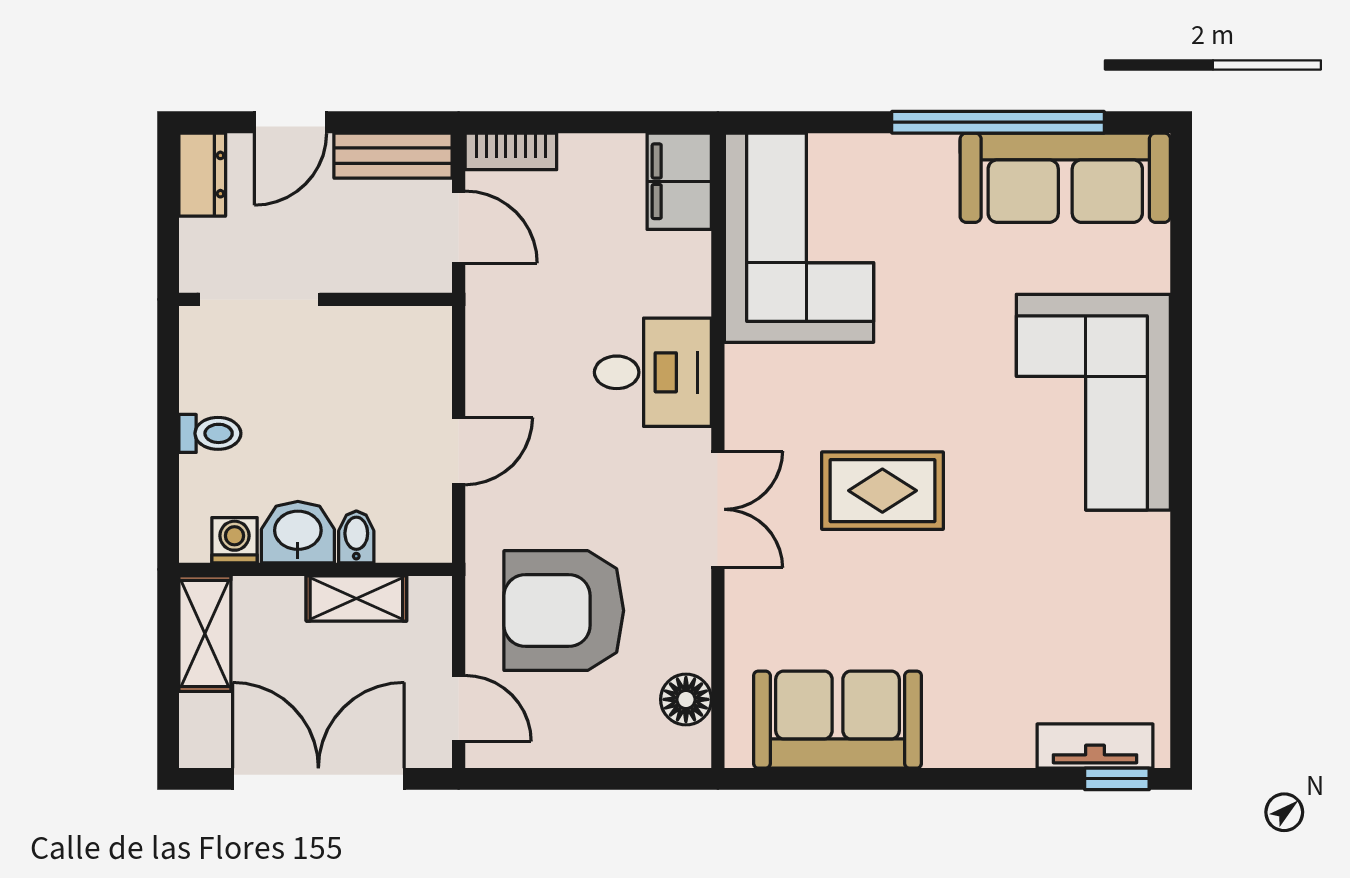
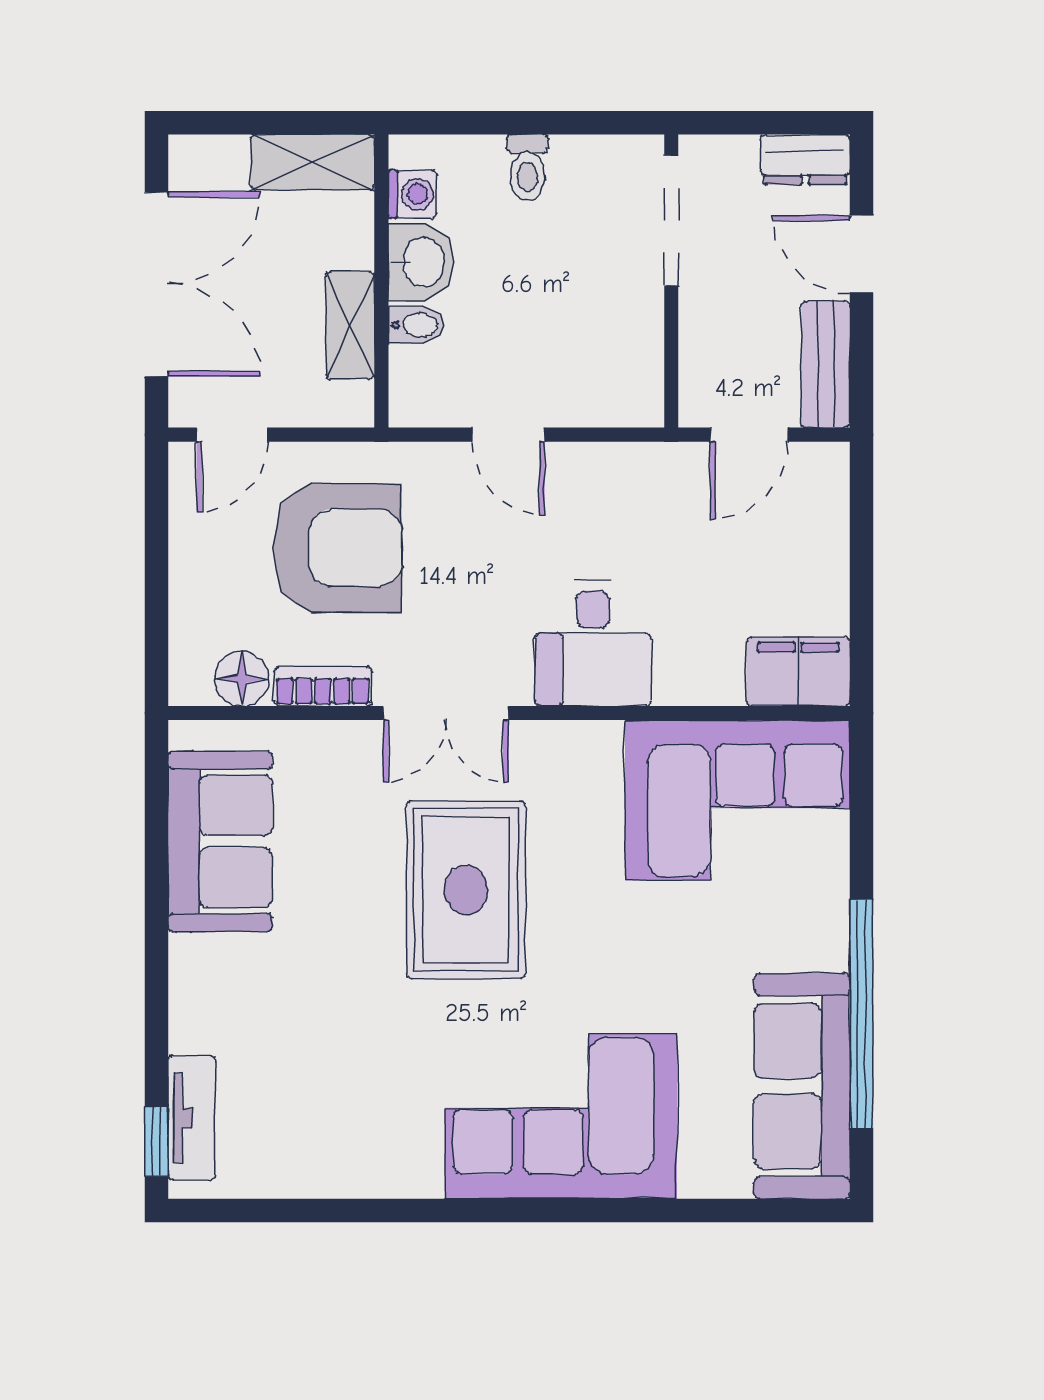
bookcase: (511, 151) -> (323, 686), moved, turned 90
rug: (882, 491) -> (466, 890), width x1.36, depth x1.43
armchair: (564, 611) -> (337, 548), turned 90

